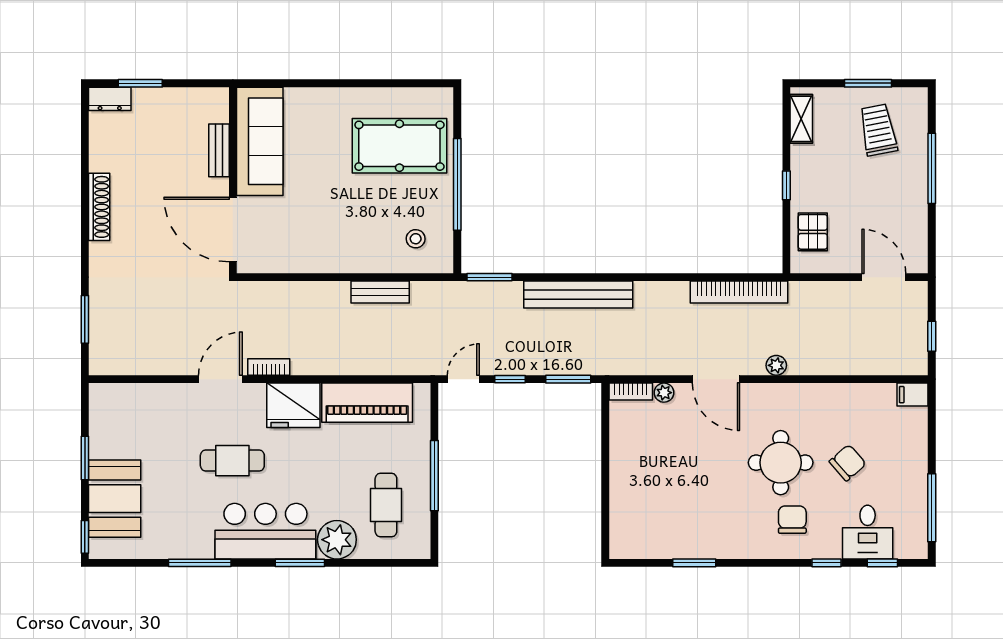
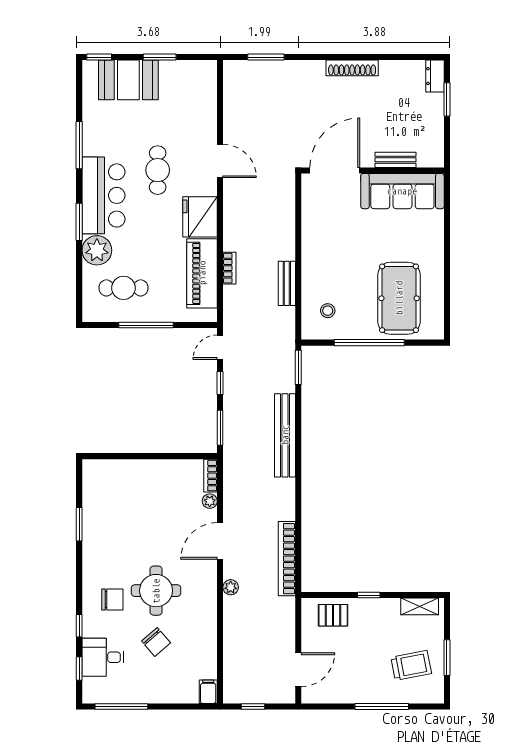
bookcase: (269, 367) -> (229, 268), moved
door: (463, 379) -> (220, 347), swing flipped

